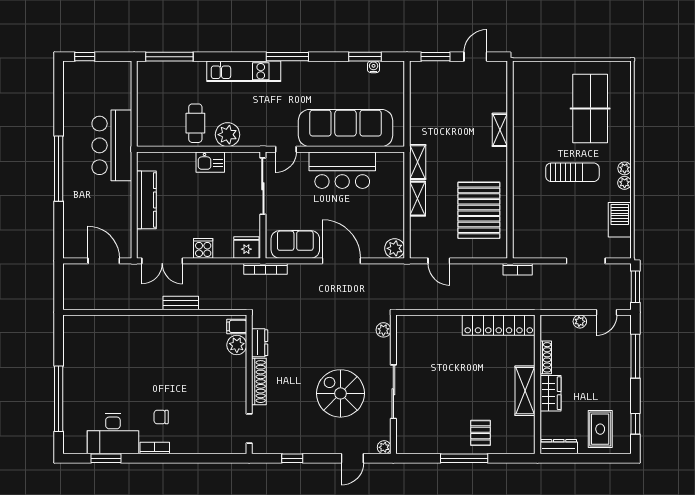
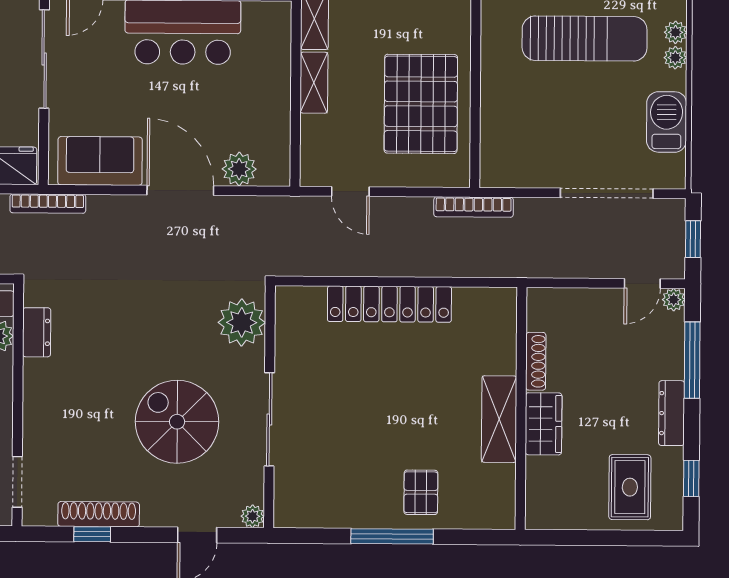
sun lounger: (572, 172) -> (585, 39), width x1.36, depth x1.34
plant: (395, 248) -> (239, 169), moved
doorway: (586, 261) -> (607, 193), width x1.36
bookcase: (518, 269) -> (474, 207), width x1.56
window: (635, 287) -> (693, 239), width x0.67
plant: (580, 321) -> (674, 300), moved
locker: (499, 325) -> (389, 304), moved
plant: (383, 330) -> (242, 322), width x1.88, depth x1.88
shoe rack: (259, 382) -> (99, 514), moved, turned -90
dresser: (559, 447) -> (672, 413), moved, turned -90

